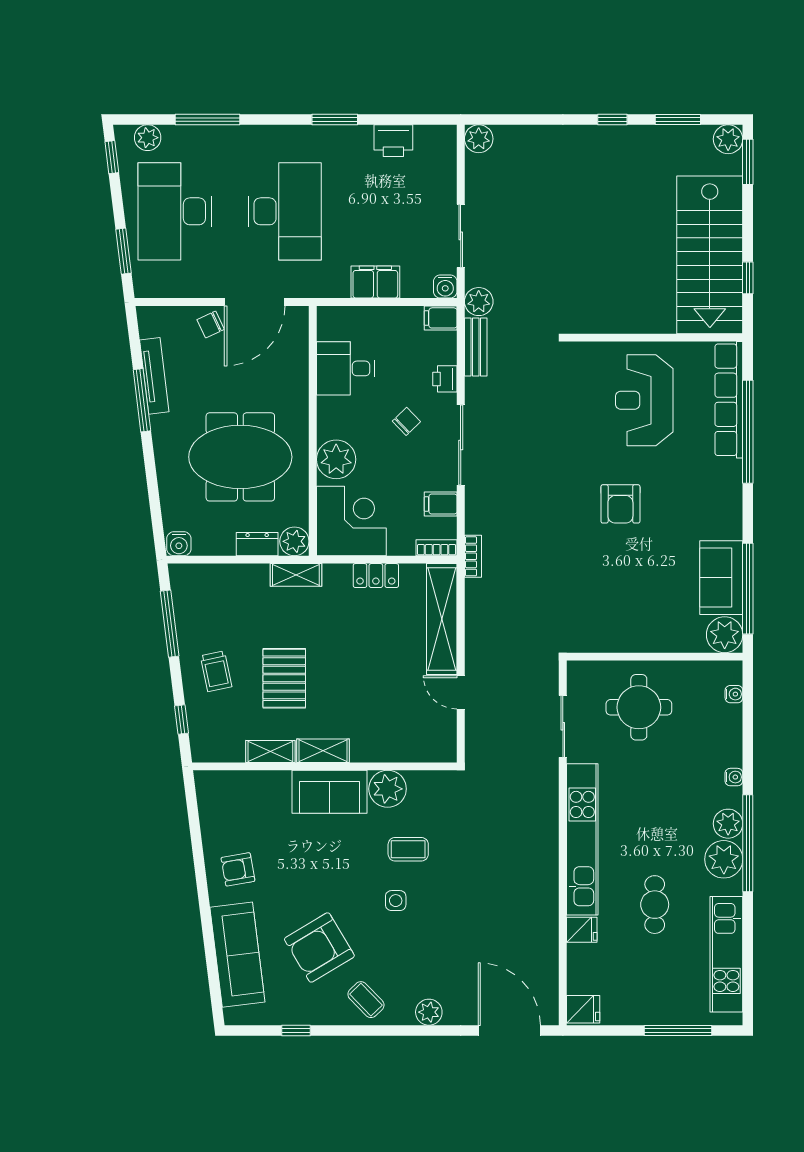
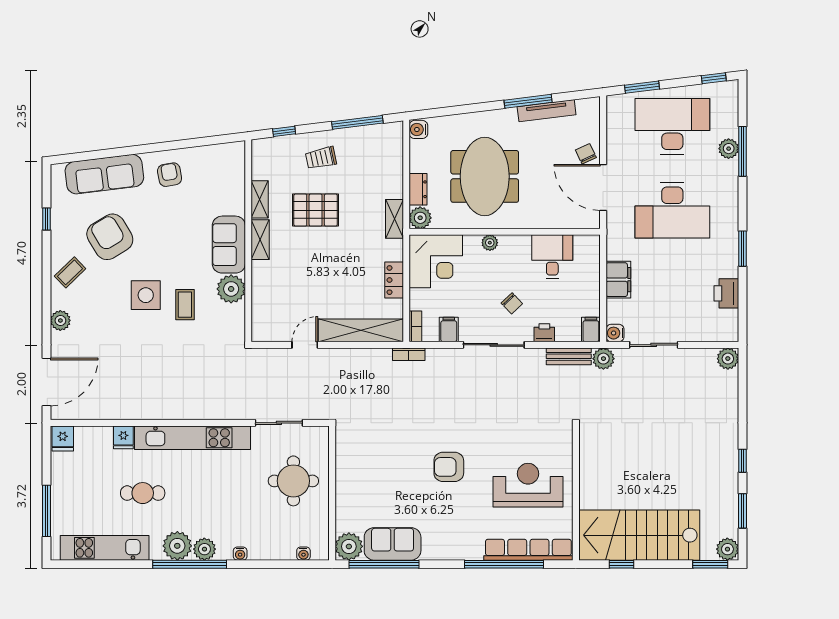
plant: (148, 138) -> (729, 149), moved
plant: (336, 459) -> (490, 243), width x0.53, depth x0.53
side table: (396, 901) -> (146, 295), width x1.87, depth x1.87

